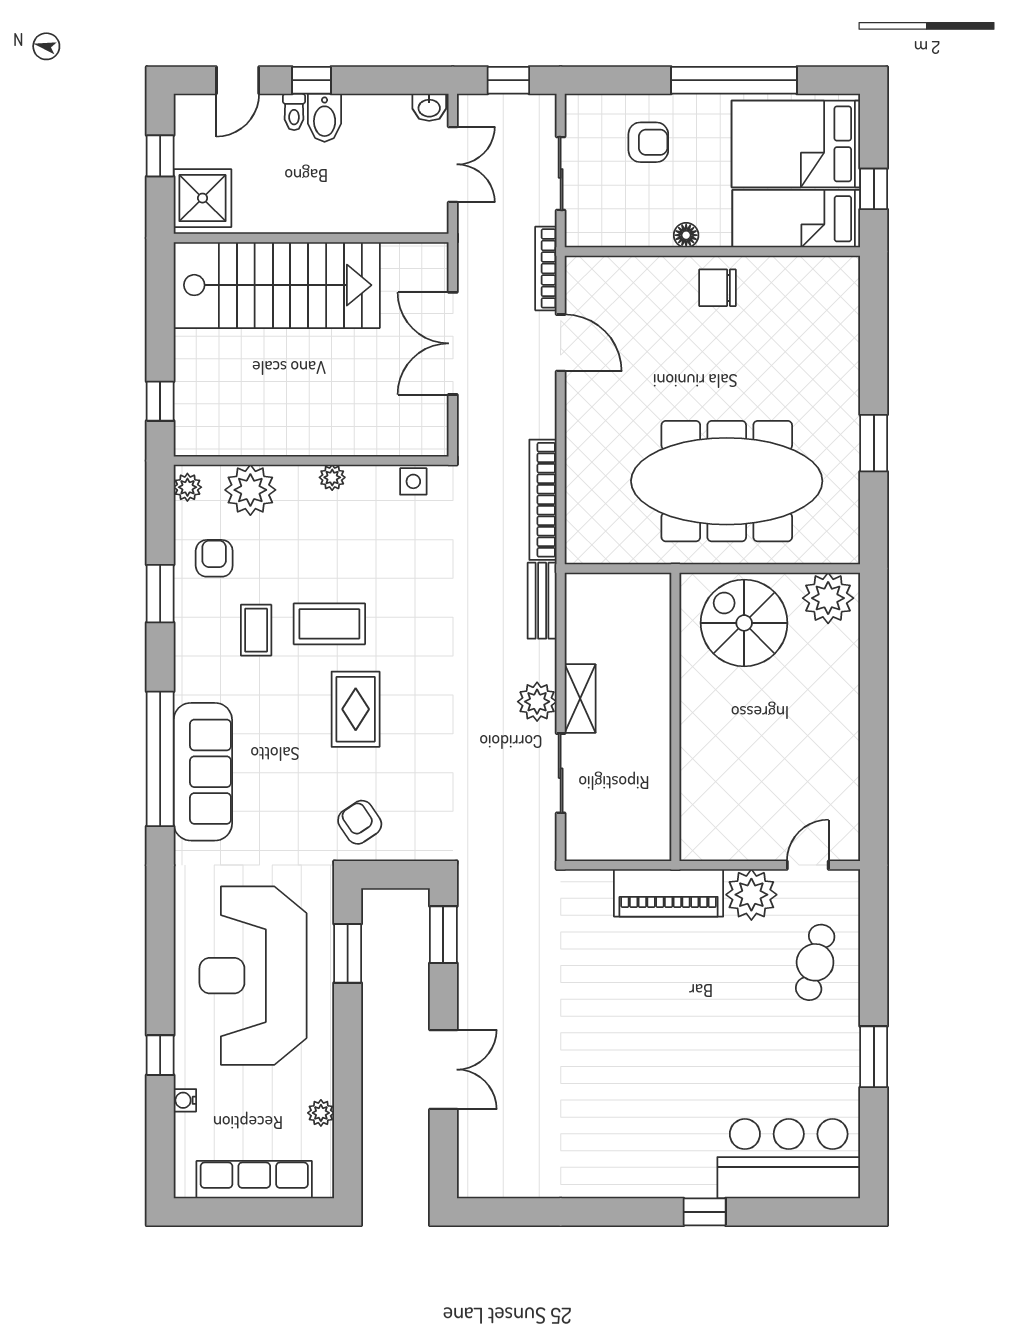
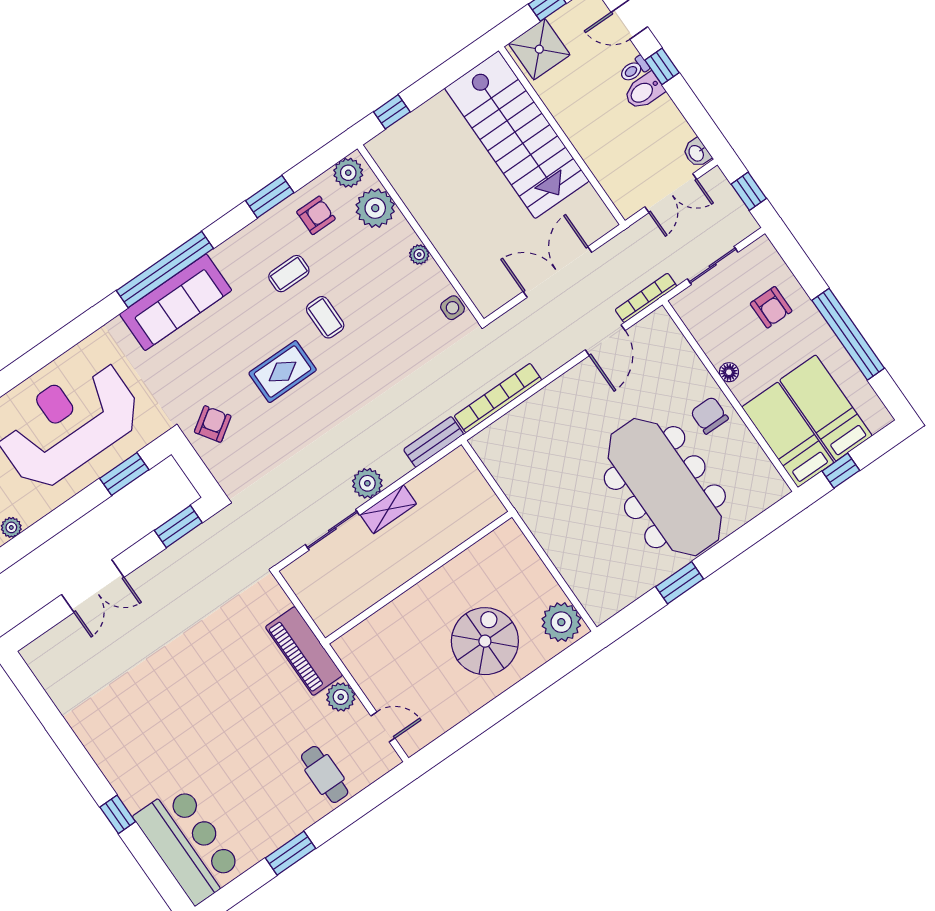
bed: (796, 144) -> (826, 408), width x0.67
meeting table: (727, 481) -> (665, 487), moved
plant: (187, 487) -> (348, 173), width x1.38, depth x1.38
spiral stairs: (744, 623) -> (485, 641), moved
coffee table: (329, 624) -> (325, 317), width x0.73, depth x0.77
plant: (751, 895) -> (341, 697), width x0.73, depth x0.73
cafe table: (815, 962) -> (325, 774), turned 76

